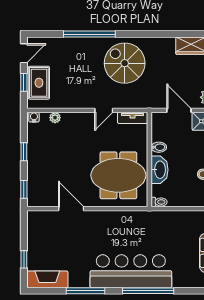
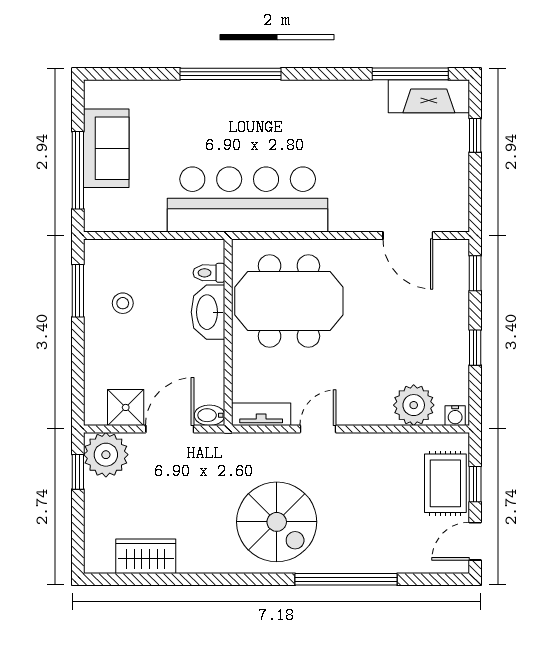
door: (179, 110) -> (170, 429), swing flipped
plant: (55, 118) -> (414, 405), width x1.88, depth x1.88
bidet: (159, 147) -> (209, 415), moved
toilet: (159, 202) -> (209, 273), moved
door: (71, 209) -> (408, 235), moved
bar counter: (131, 271) -> (248, 199), moved, turned 180
window: (86, 291) -> (410, 74), moved

